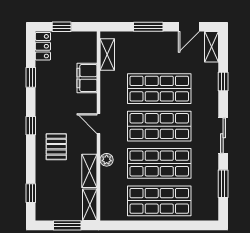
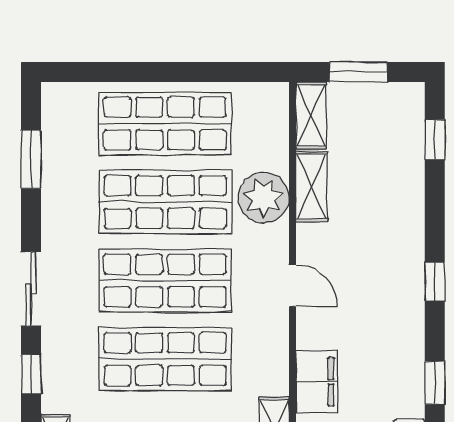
sliding door: (223, 136) -> (31, 289), moved
pallet: (56, 147) -> (382, 237), removed
plant: (107, 160) -> (264, 198), width x1.88, depth x1.88

